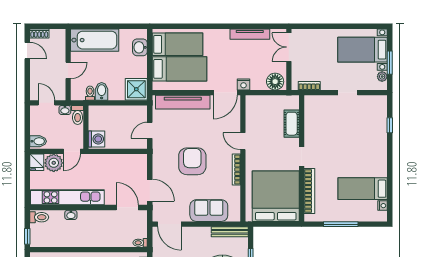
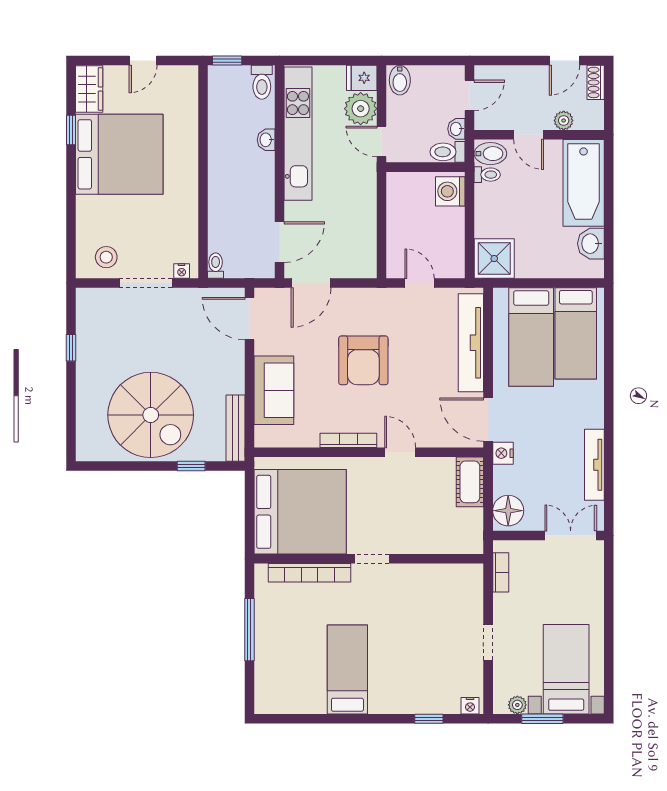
washbasin: (140, 47) -> (591, 244), moved, turned -90
plant: (60, 51) -> (564, 120), added
bidet: (102, 91) -> (490, 154), moved
cot: (292, 124) -> (470, 482), moved, turned 90
washing machine: (97, 139) -> (450, 191), moved, turned 90
door: (243, 141) -> (400, 452), hinge flipped
armchair: (192, 161) -> (363, 360), turned 90
bed: (363, 189) -> (347, 670), moved
nightstand: (383, 206) -> (470, 706), moved
door: (169, 224) -> (249, 319), hinge flipped

